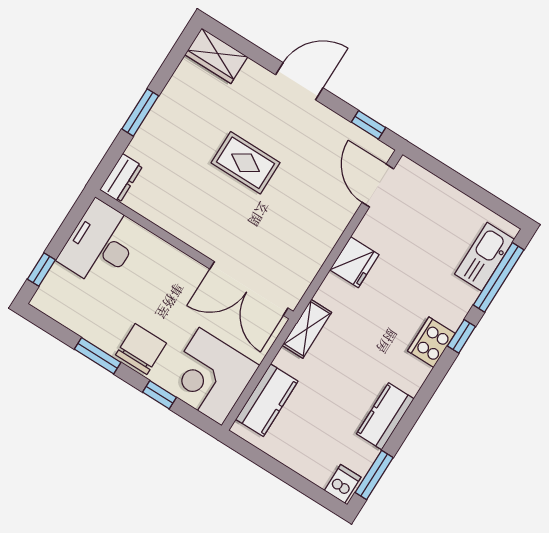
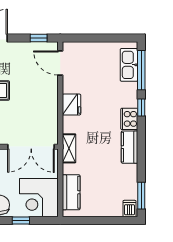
kitchen counter: (385, 416) -> (130, 147), moved

